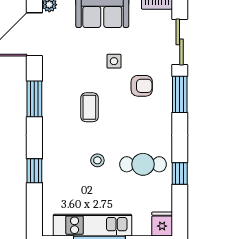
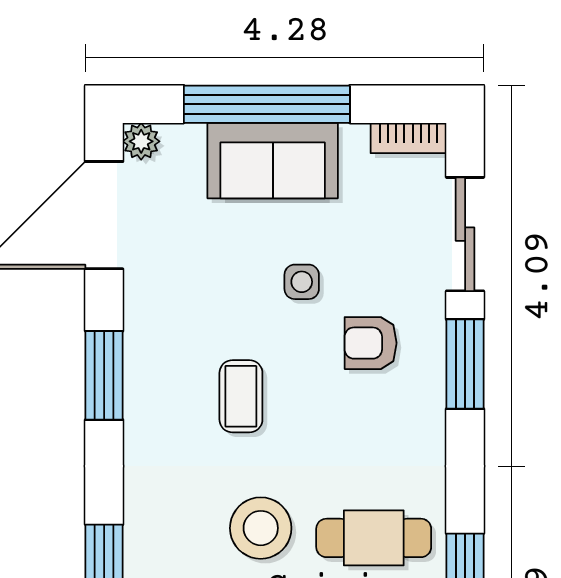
armchair: (142, 86) -> (371, 343), turned 180
stool: (97, 160) -> (261, 528), width x1.89, depth x1.89

